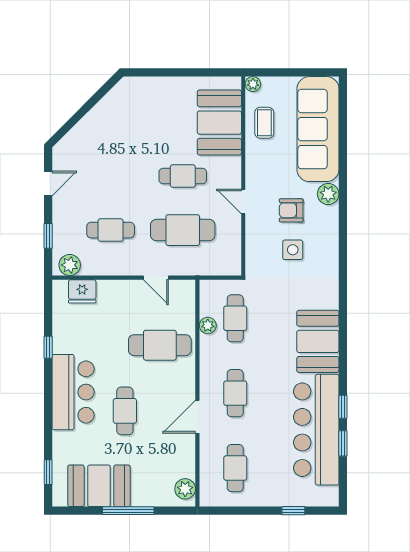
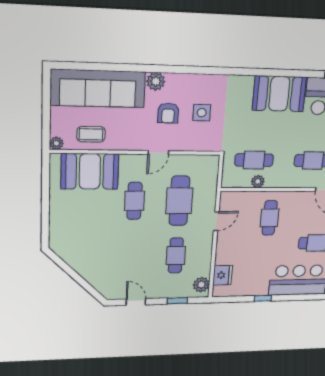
cafe table: (160, 345) -> (270, 218), width x0.73, depth x0.74

